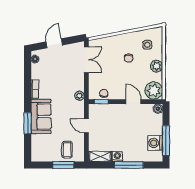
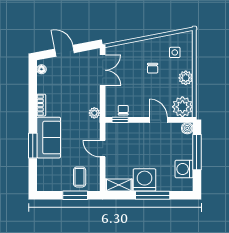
door: (54, 43) -> (64, 51), hinge flipped
window: (166, 141) -> (197, 152), moved
washing machine: (117, 157) -> (144, 180), width x1.89, depth x1.89

